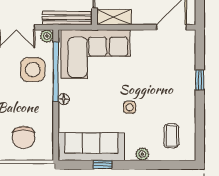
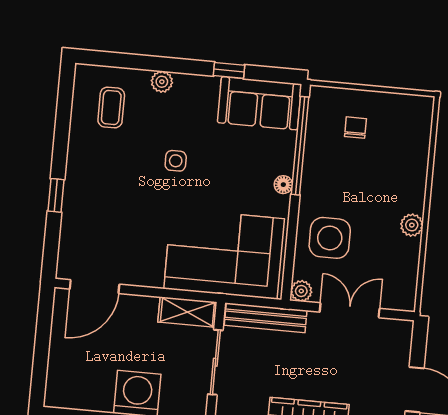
window: (56, 72) -> (300, 146), moved
chair: (23, 137) -> (355, 128), width x0.54, depth x0.54
sofa: (91, 147) -> (260, 103), width x0.73

